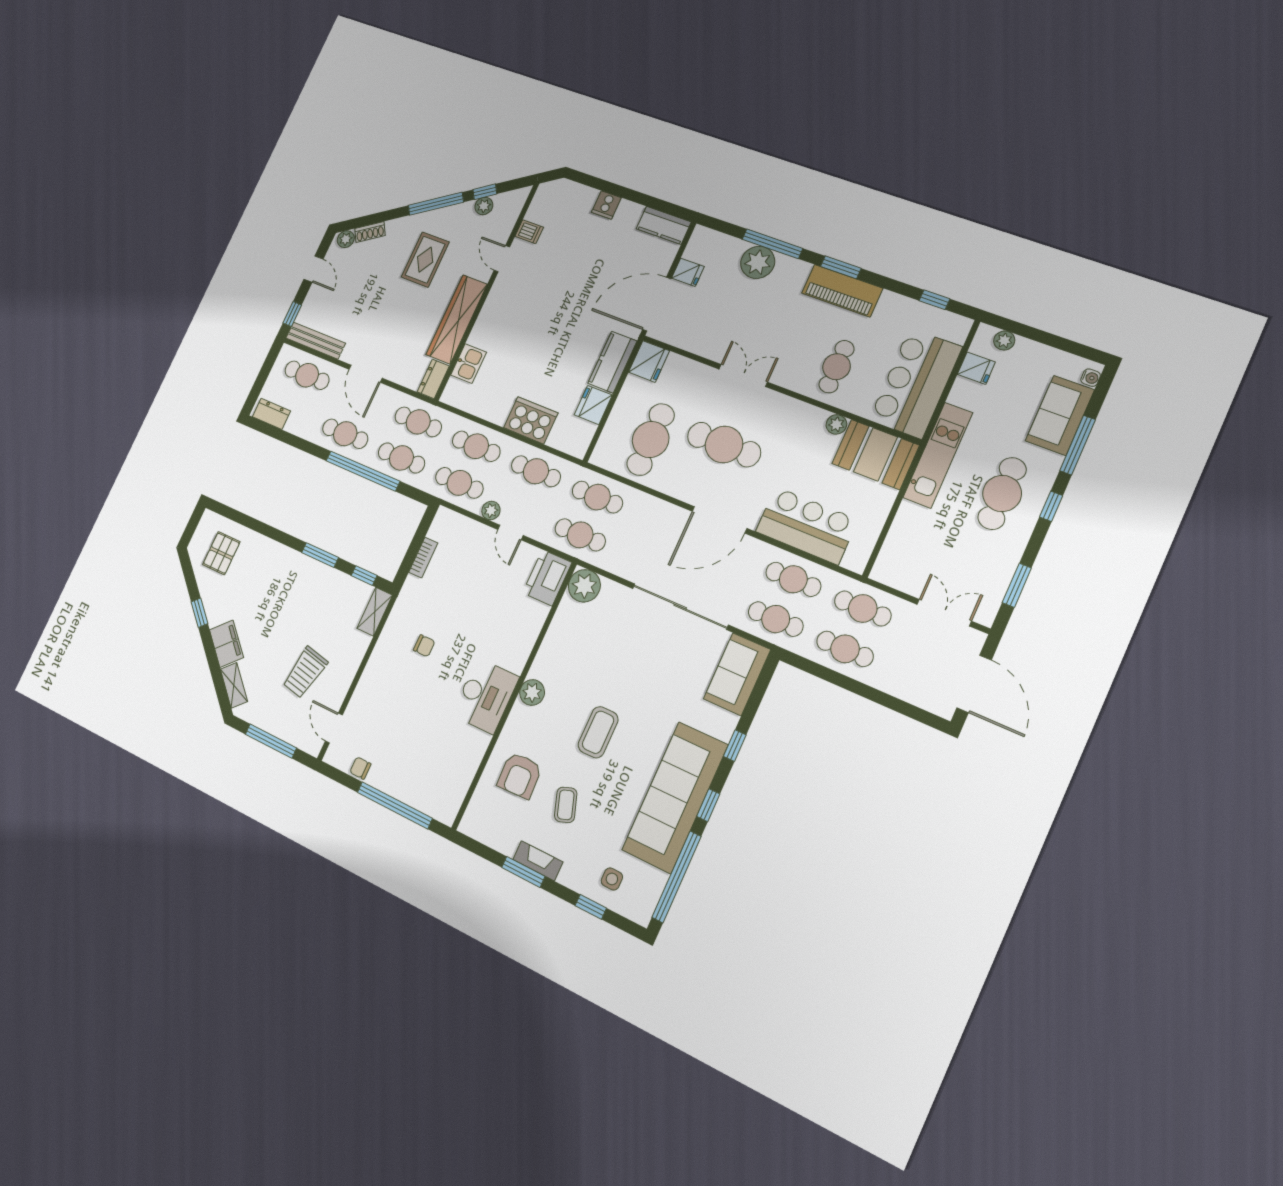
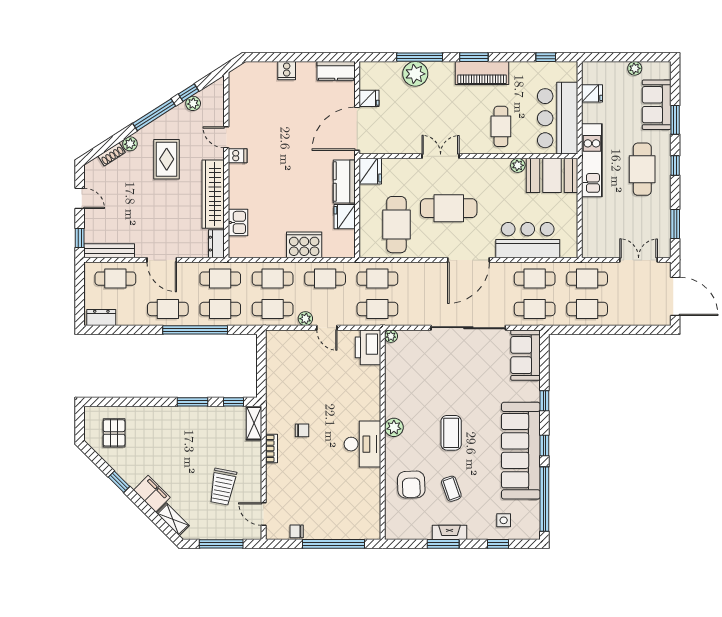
dishwasher: (529, 232) -> (238, 156), moved
plant: (346, 239) -> (130, 144), moved
plant: (1004, 341) -> (635, 68), moved
water cooler: (1091, 378) -> (665, 73), removed
window: (1078, 445) -> (675, 120), width x0.69
bookcase: (423, 558) -> (271, 448), moved
plant: (584, 586) -> (391, 336), width x0.53, depth x0.53

